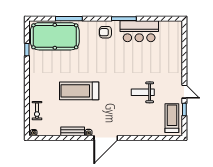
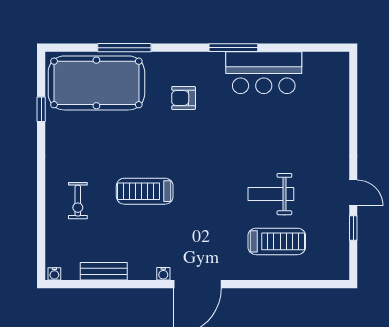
armchair: (105, 32) -> (184, 98), moved
treadmill: (79, 91) -> (145, 191), width x0.73, depth x0.73
exercise bike: (37, 111) -> (78, 201), moved
treadmill: (172, 118) -> (277, 241), moved, turned 90
bench: (73, 131) -> (104, 271), moved

